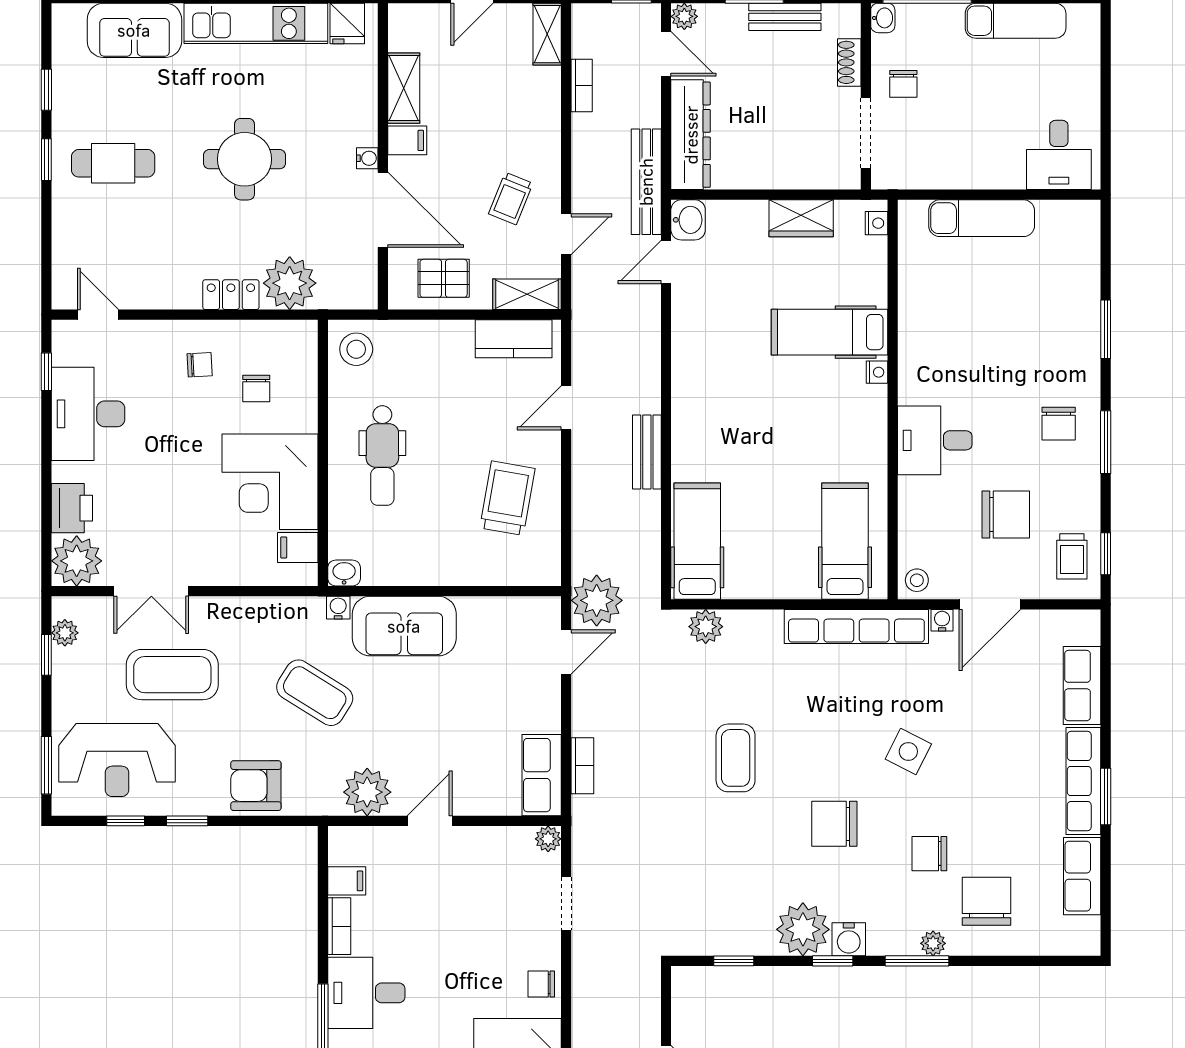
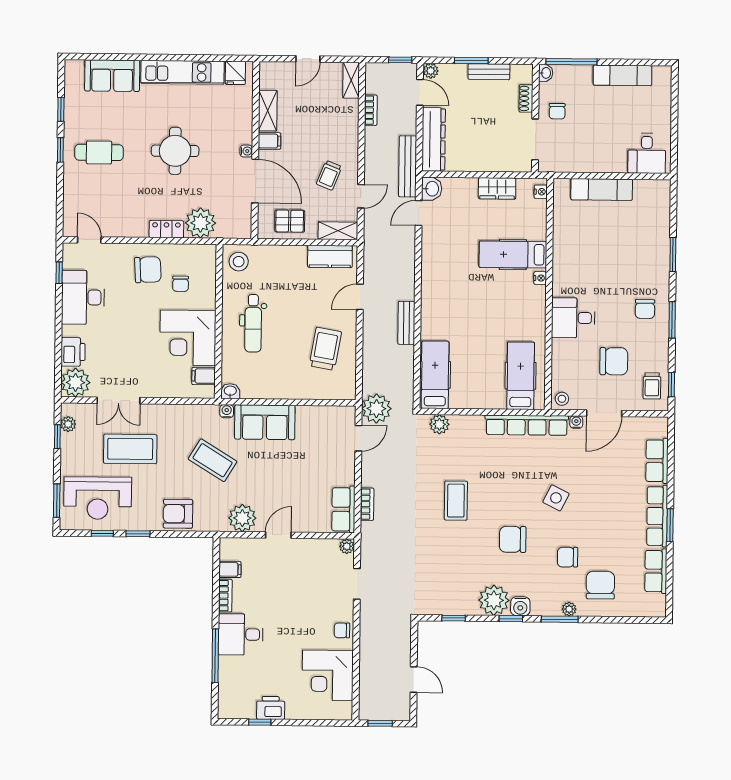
chair: (200, 365) -> (148, 270), width x1.87, depth x1.87

